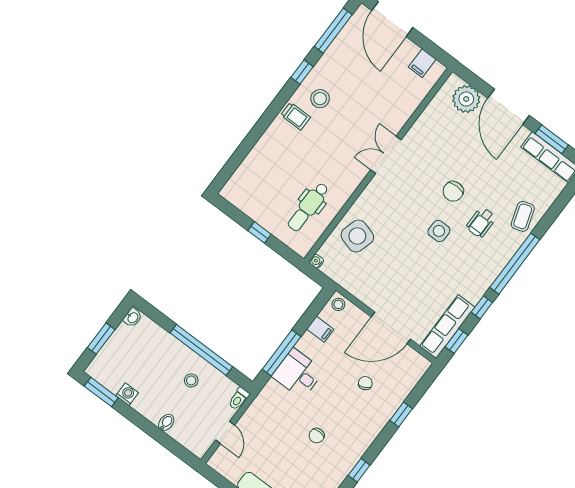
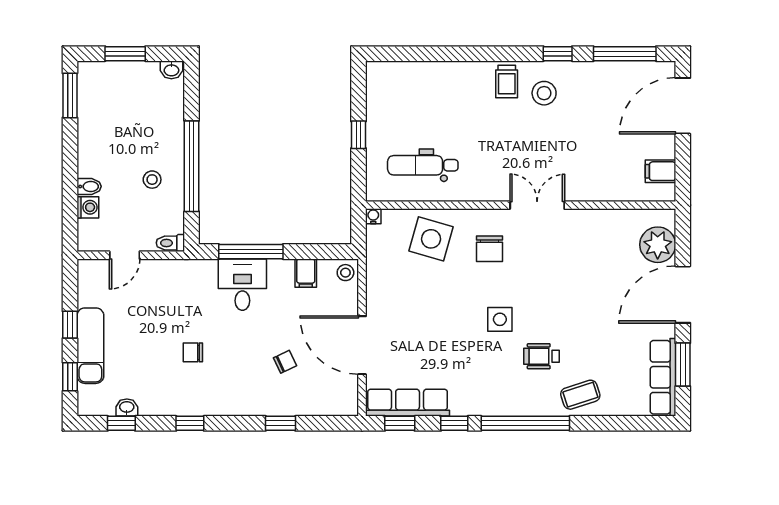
chair: (453, 191) -> (489, 249), moved, turned -90
washing machine: (127, 394) -> (88, 207), moved

